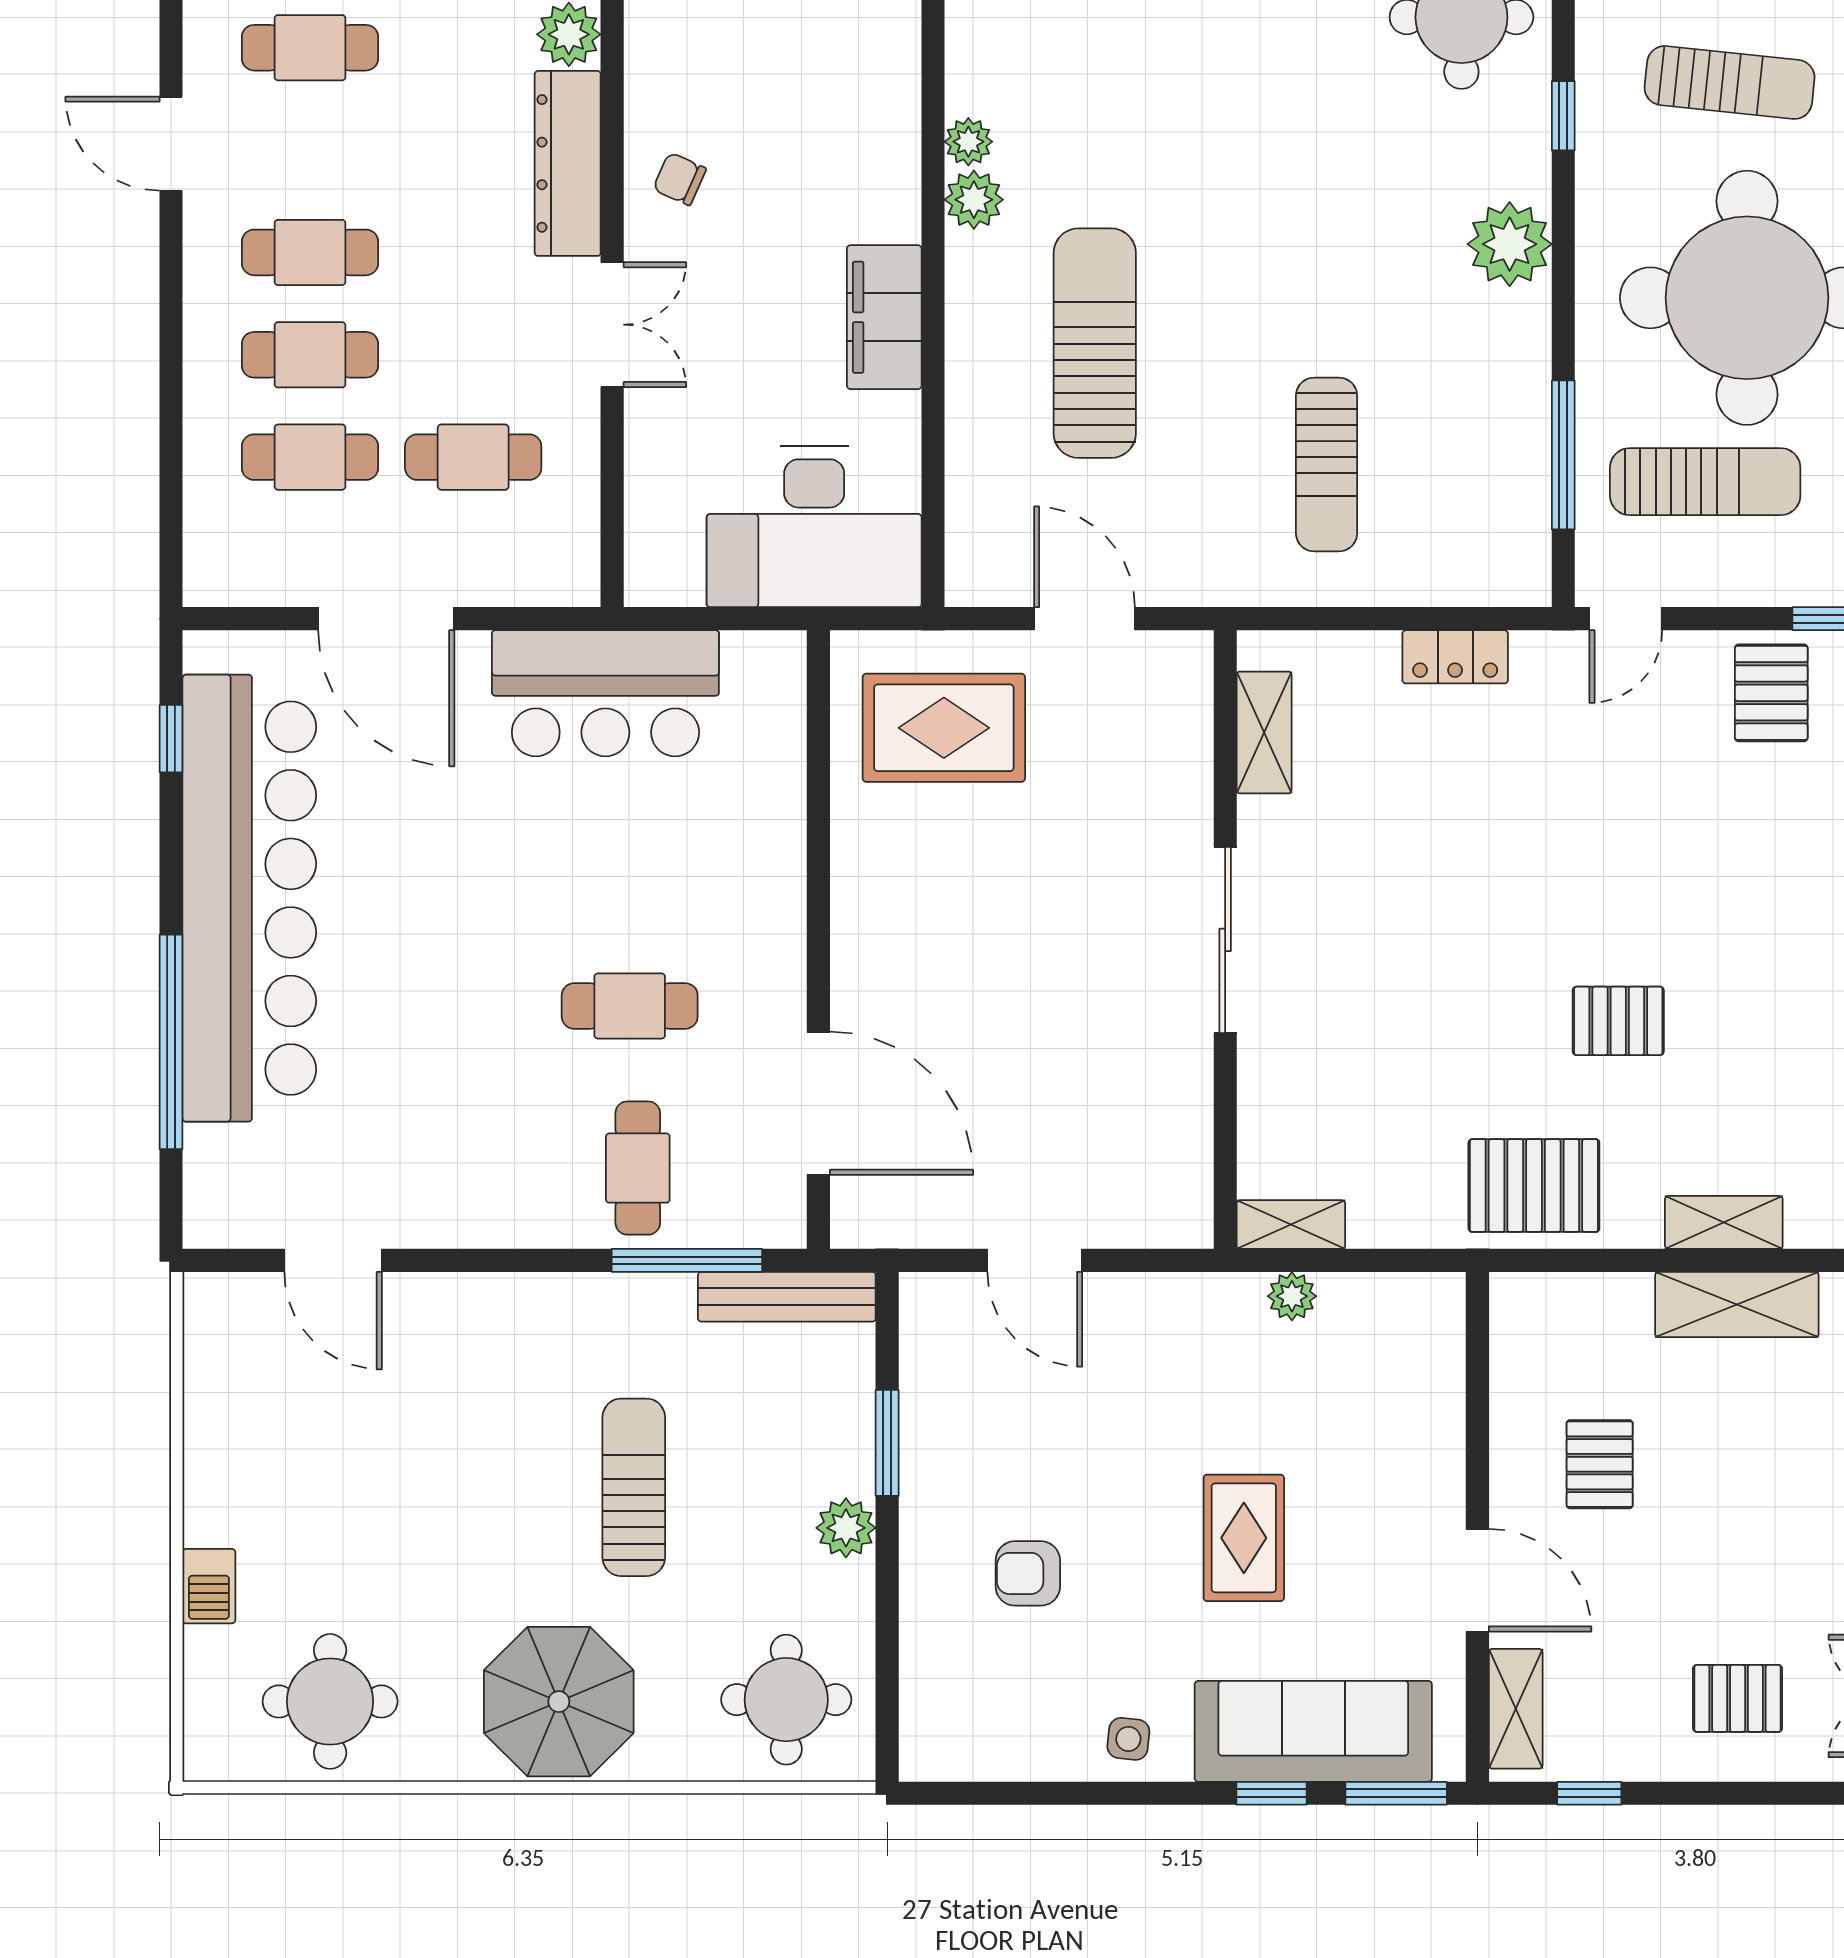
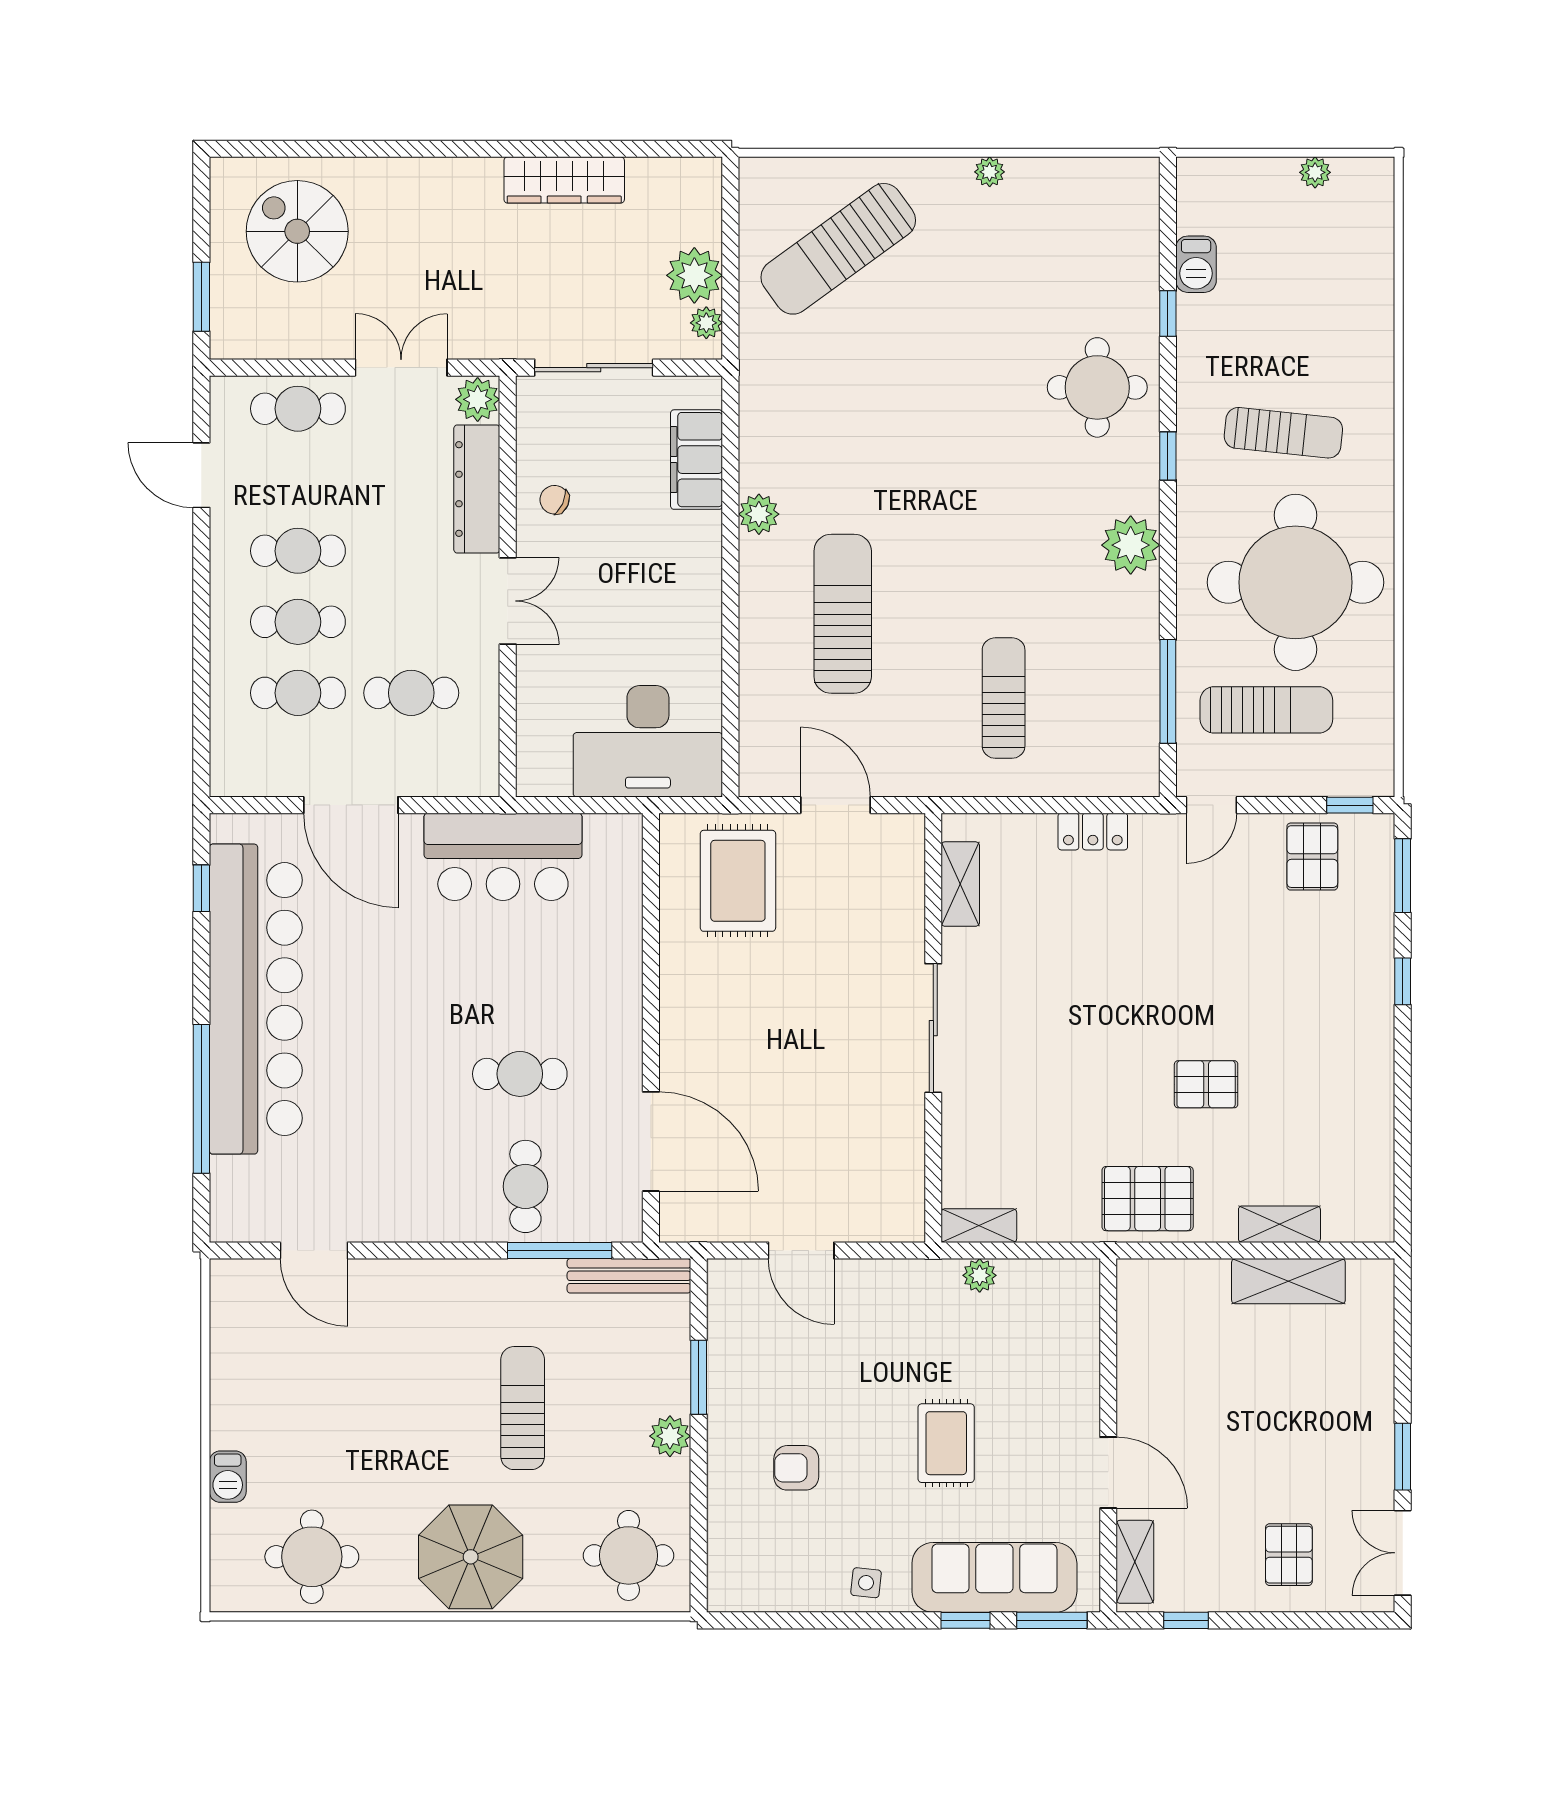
plant: (968, 142) -> (755, 474), removed
filing cabinet: (884, 317) -> (697, 460), moved
sun lounger: (1327, 464) -> (1004, 698), turned 180
rug: (944, 728) -> (738, 881), turned 90
pallet: (1600, 1464) -> (1193, 1392), removed
pallet: (1738, 1698) -> (1289, 1555), turned 90

